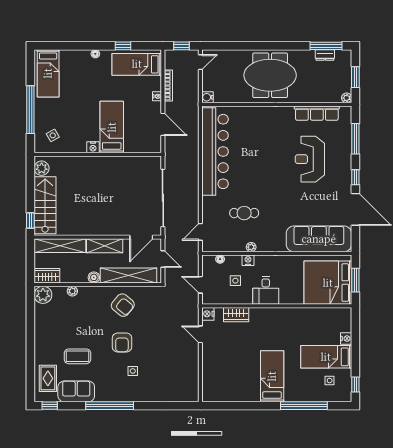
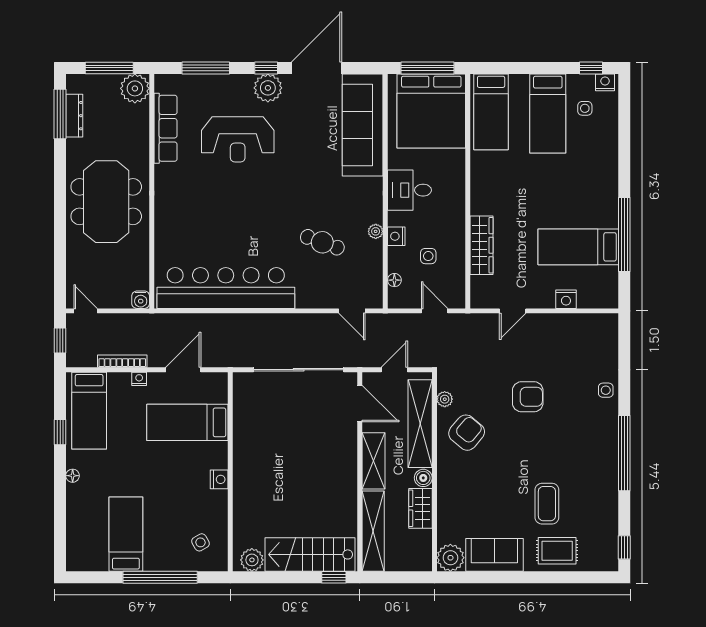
dresser: (325, 55) -> (74, 116), width x1.44
bed: (48, 73) -> (126, 534), moved, turned -90
window: (355, 77) -> (109, 68), width x1.44
plant: (347, 98) -> (135, 88), width x1.87, depth x1.87
bed: (112, 127) -> (187, 422), moved
plant: (343, 178) -> (268, 88), added
cafe table: (244, 213) -> (322, 242), turned -70
wardrobe: (47, 276) -> (420, 508), moved
window: (355, 280) -> (427, 68), width x1.44
door: (200, 285) -> (435, 311), swing flipped
desk: (266, 290) -> (410, 190), moved, turned 180
plant: (72, 291) -> (445, 399), moved
nightstand: (208, 314) -> (566, 299), moved
wardrobe: (236, 315) -> (481, 245), width x1.50
bed: (327, 321) -> (491, 112), added
nightstand: (346, 339) -> (605, 82), moved
armchair: (122, 342) -> (528, 397), moved
side table: (133, 371) -> (606, 390), moved
bed: (272, 376) -> (578, 247), moved
rug: (48, 378) -> (557, 551), moved
sofa: (76, 391) -> (494, 555), moved, turned 90
window: (304, 406) -> (624, 234), moved

